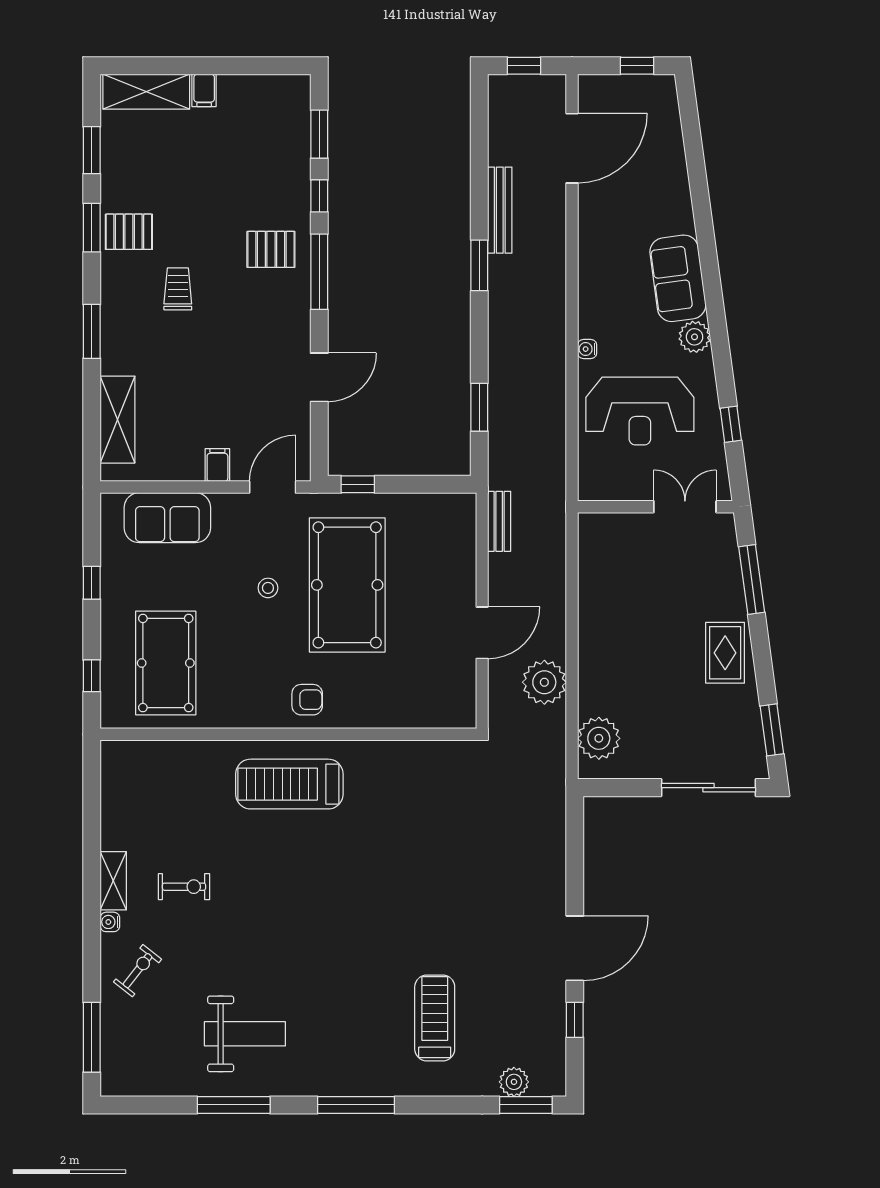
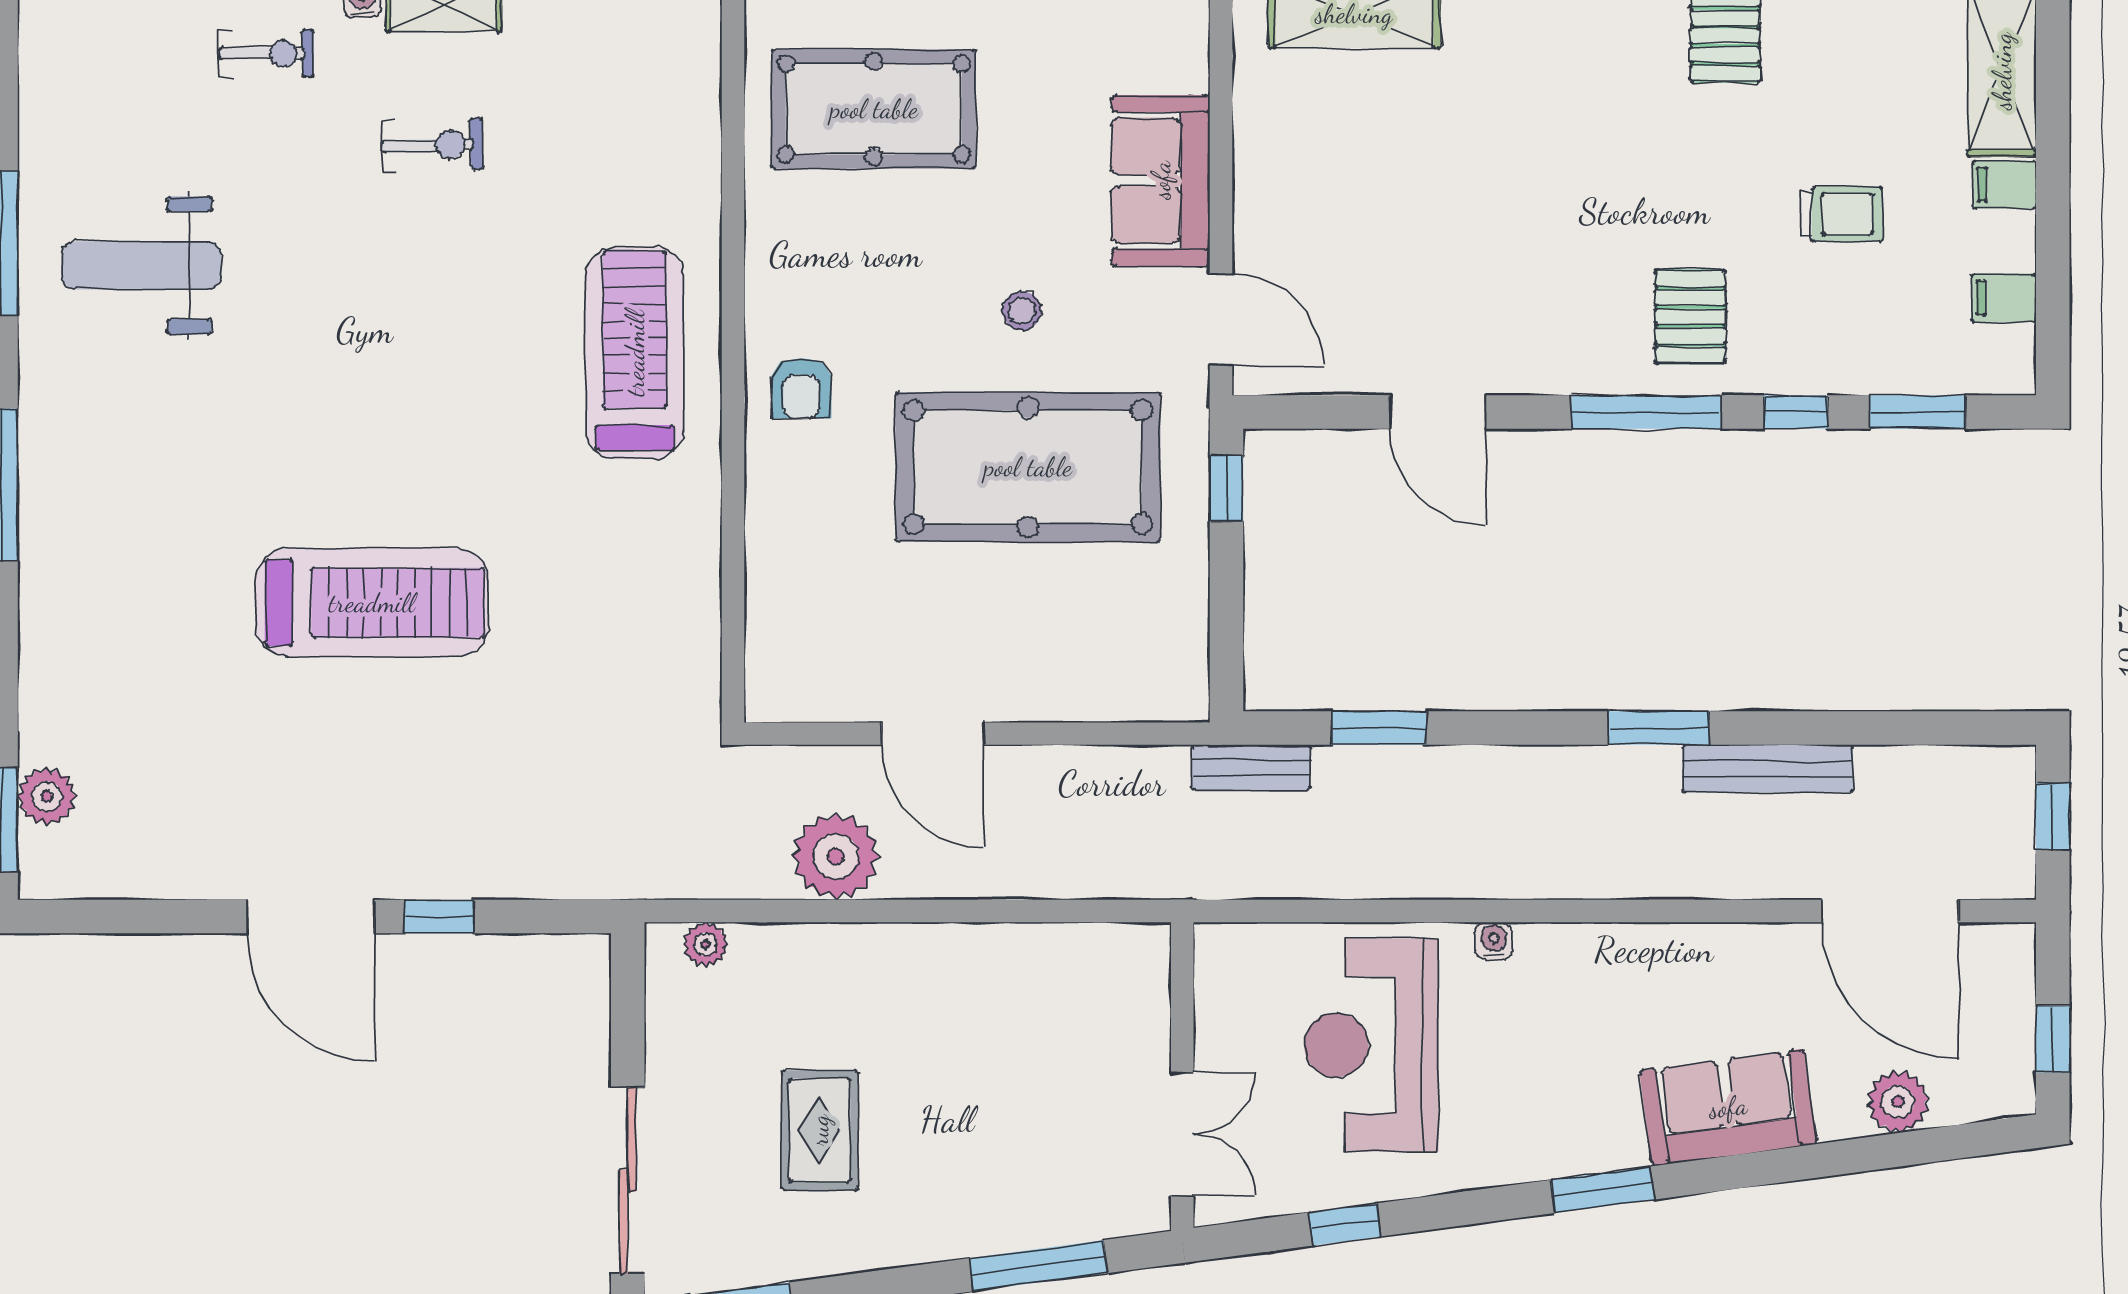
sofa: (678, 278) -> (1728, 1107), moved
trolley: (178, 289) -> (1841, 214), moved
window: (713, 294) -> (1602, 1190), added
plant: (695, 337) -> (1898, 1102), moved
filing cabinet: (217, 465) -> (2004, 298), moved, turned 180
sofa: (167, 518) -> (1161, 180), moved
bench: (499, 521) -> (1251, 767), moved
rug: (725, 653) -> (819, 1130), moved, turned 90
plant: (599, 738) -> (706, 944), width x0.53, depth x0.53
exercise bike: (184, 887) -> (432, 145), turned -92
exercise bike: (138, 971) -> (266, 53), turned -38
treadmill: (435, 1018) -> (372, 603), moved, width x1.37, depth x1.38
window: (575, 1020) -> (439, 917), moved
weight bench: (245, 1034) -> (142, 265), turned 90

